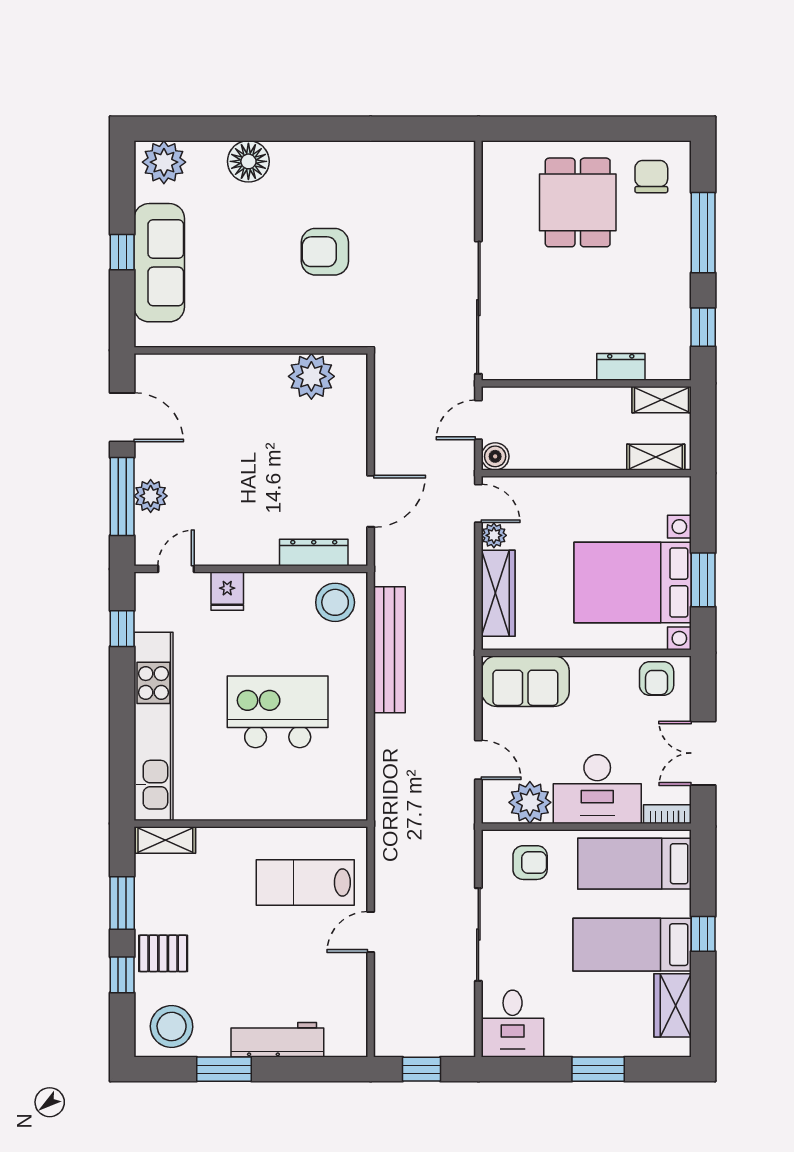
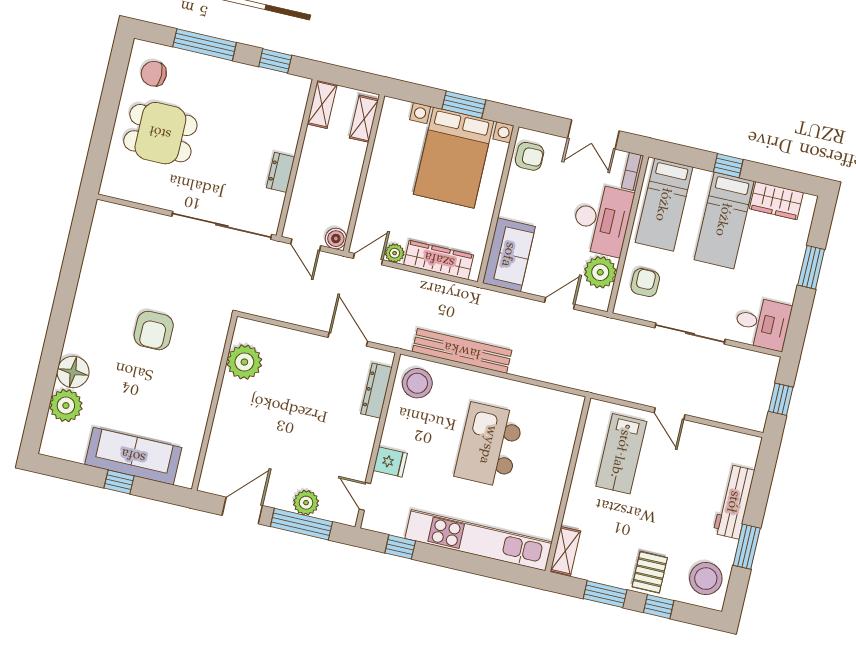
plant: (164, 162) -> (66, 406), moved
dresser: (621, 367) -> (281, 172), moved

